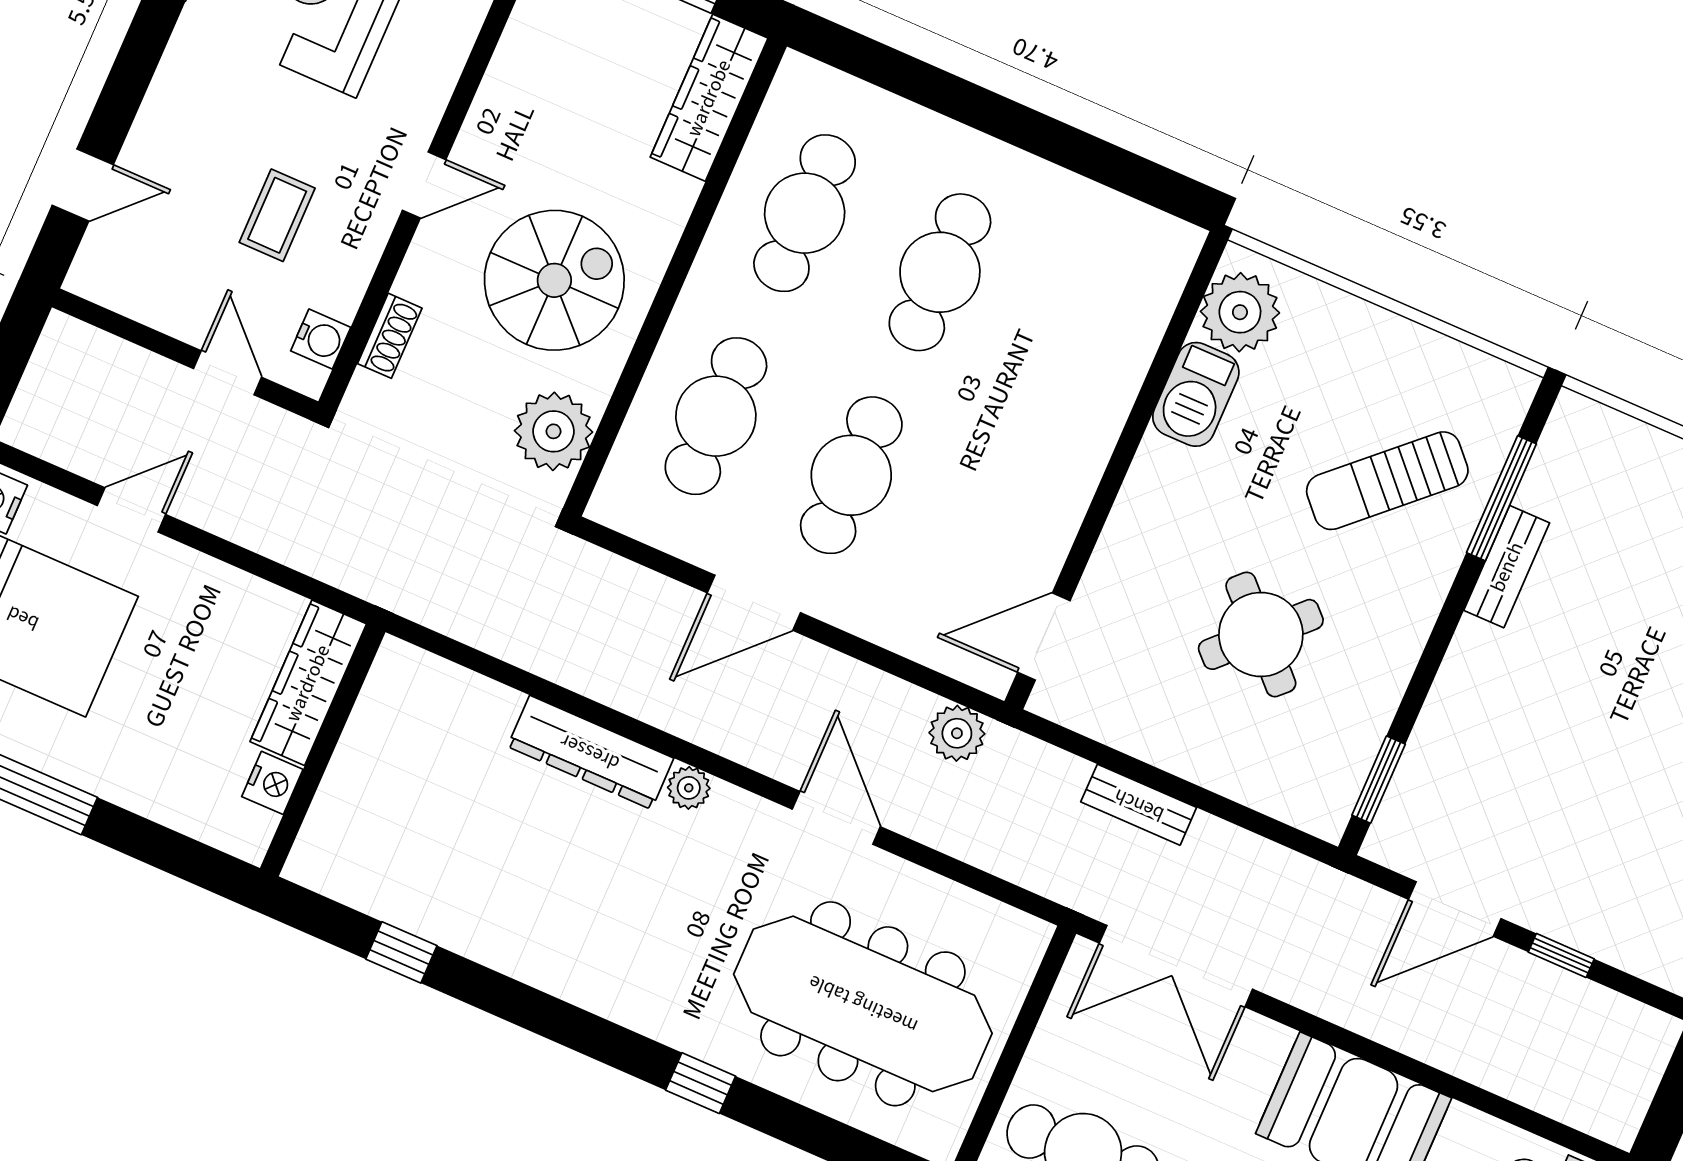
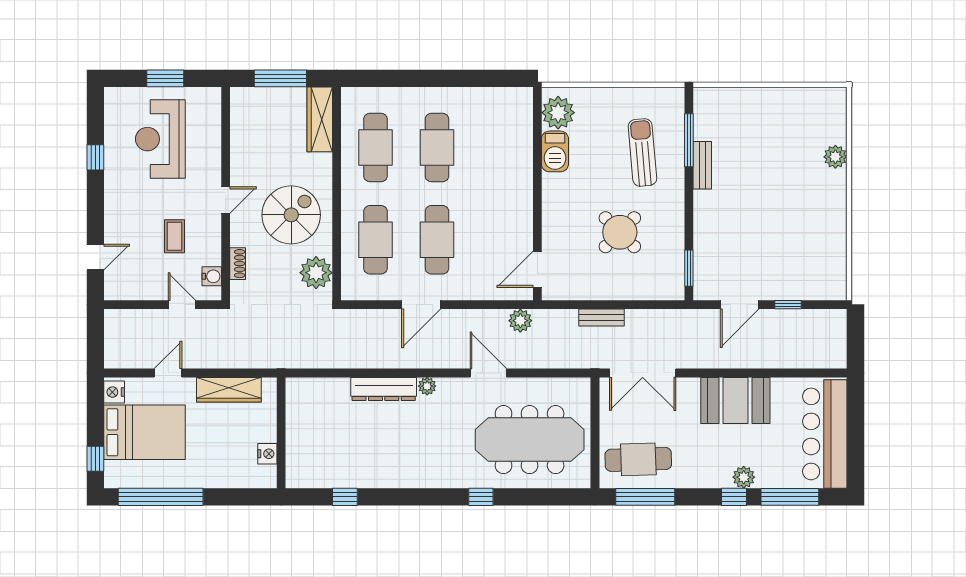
sun lounger: (1387, 481) -> (642, 152), turned 128
wardrobe: (308, 683) -> (229, 390), moved, turned -90

